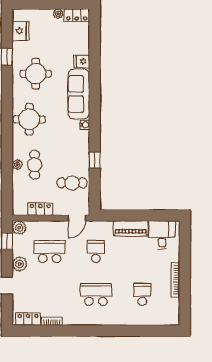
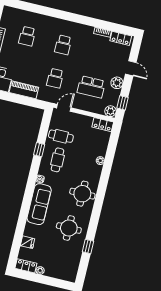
fridge: (21, 31) -> (73, 264), removed
fridge: (82, 61) -> (28, 242), moved
cafe table: (35, 165) -> (57, 160), moved
locker: (40, 209) -> (103, 125), moved
school desk: (96, 294) -> (63, 45), width x0.54

